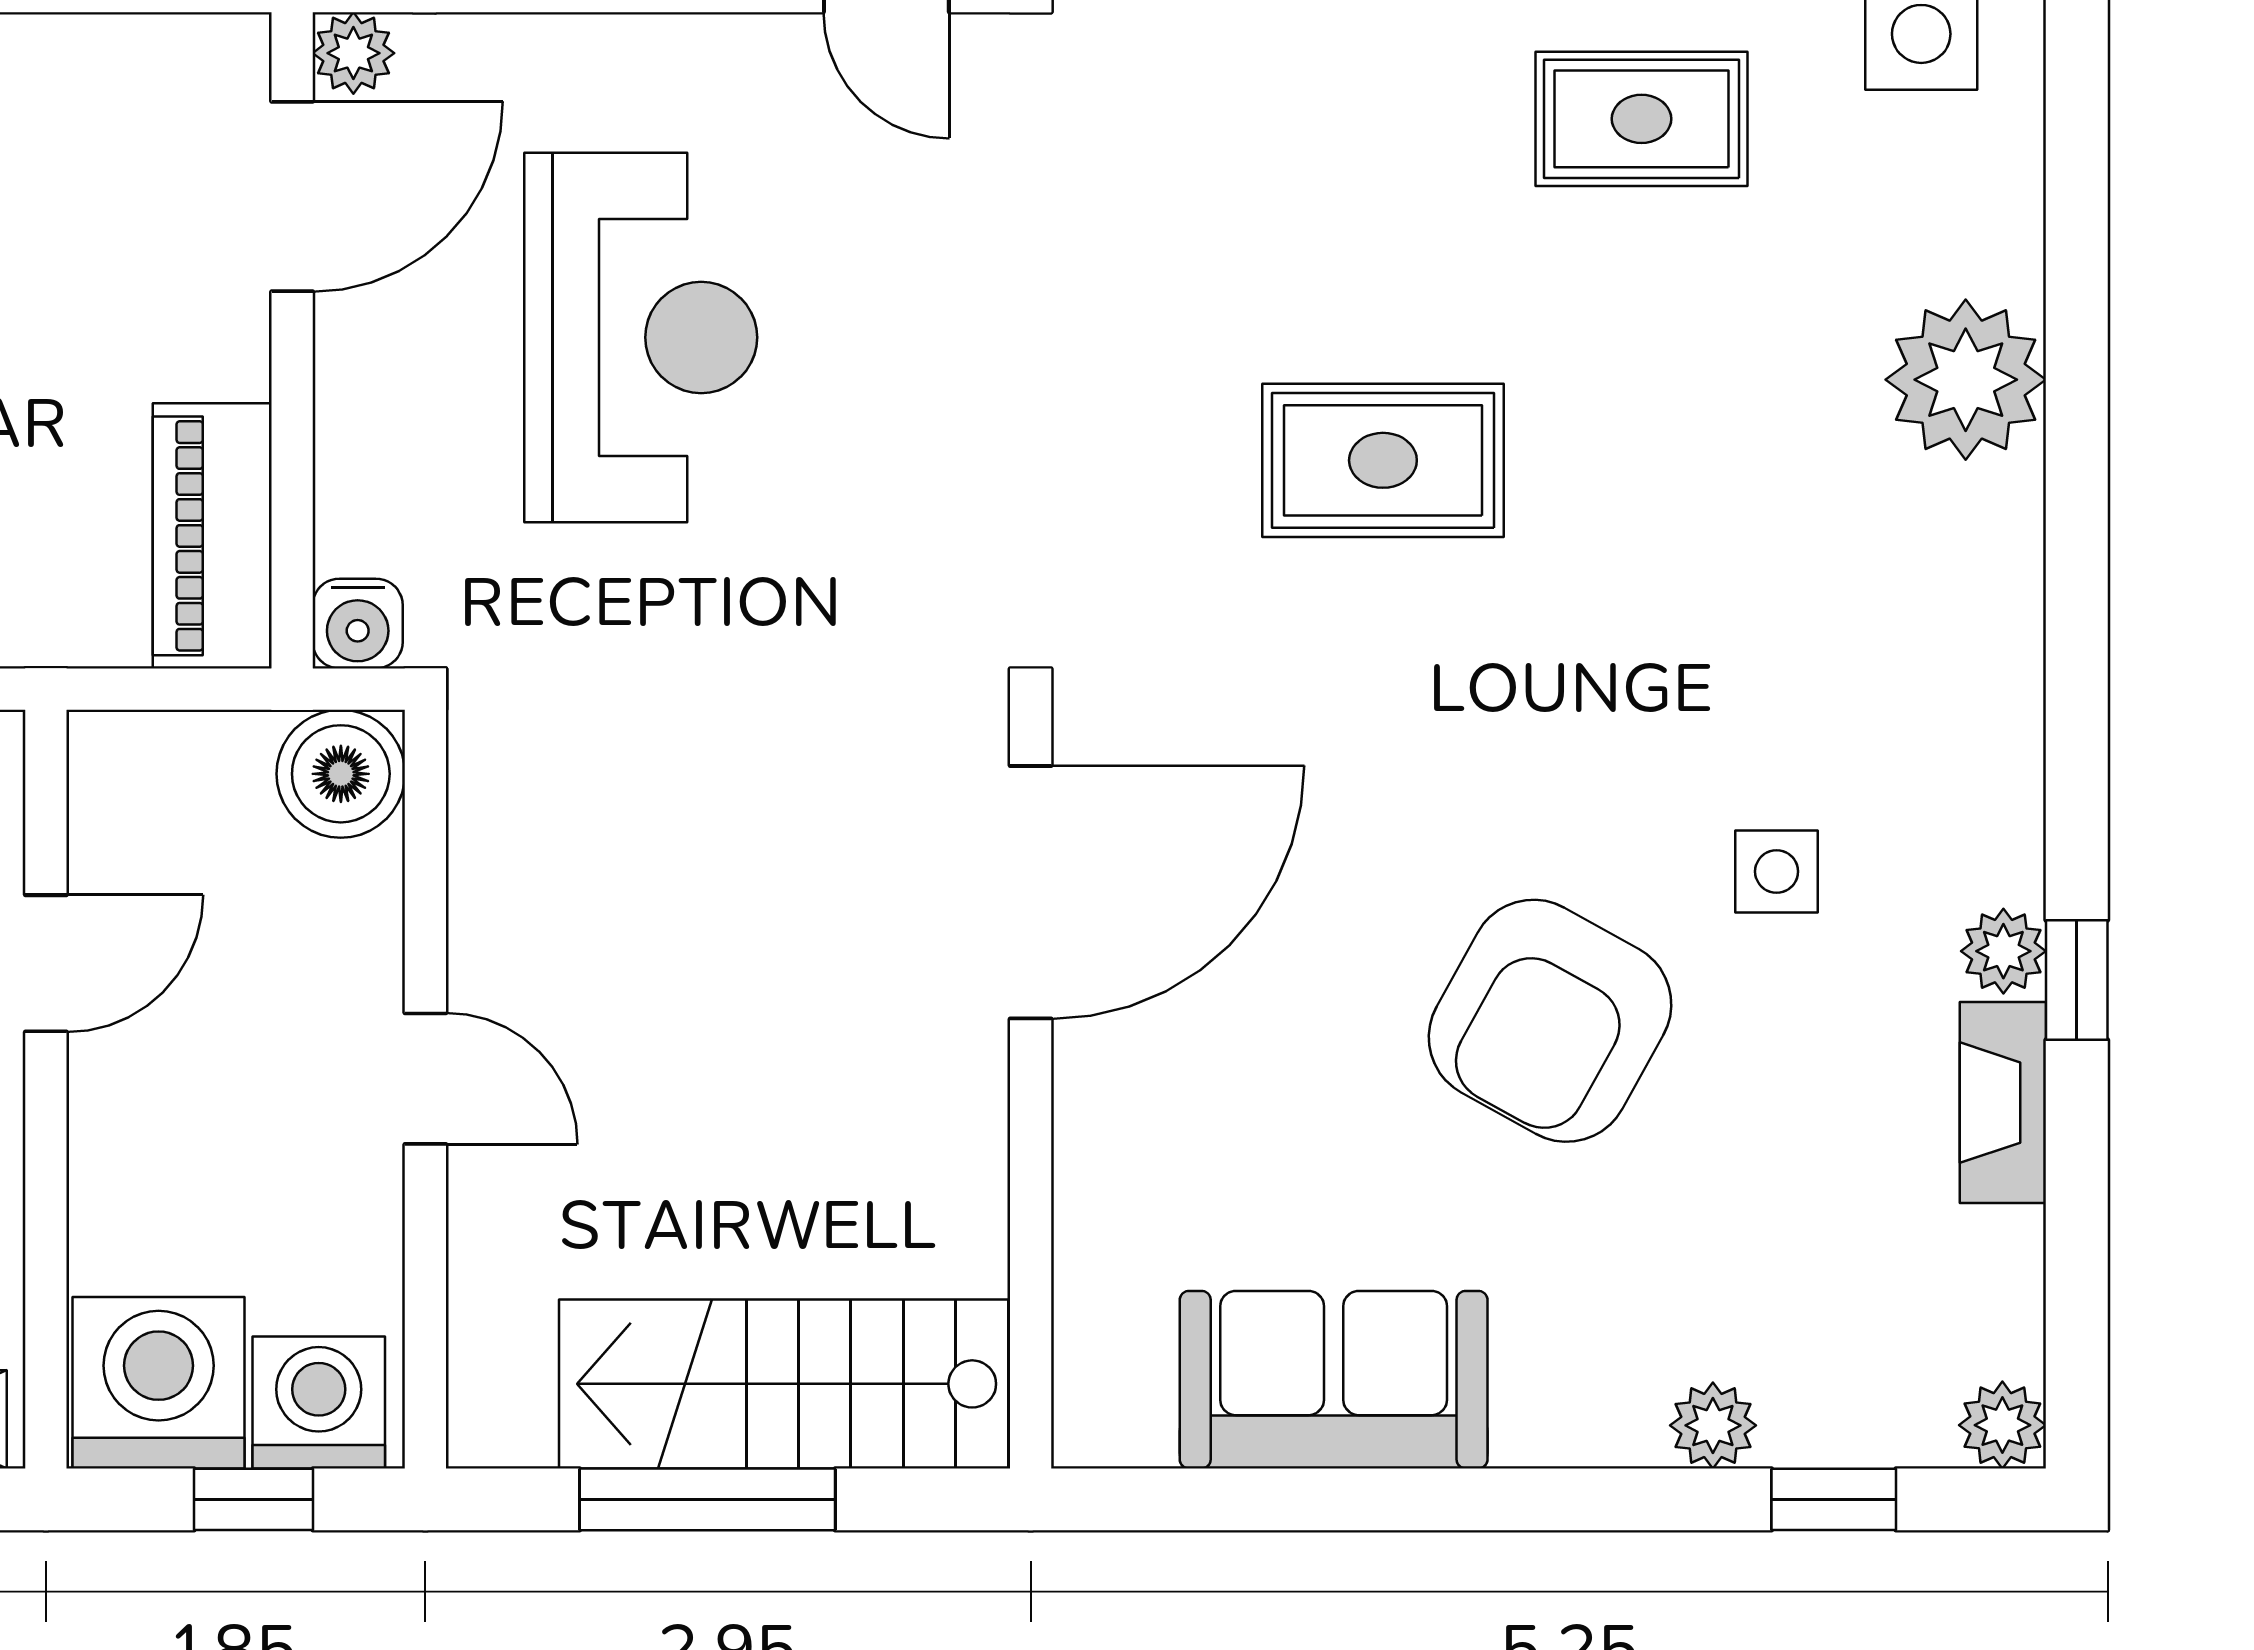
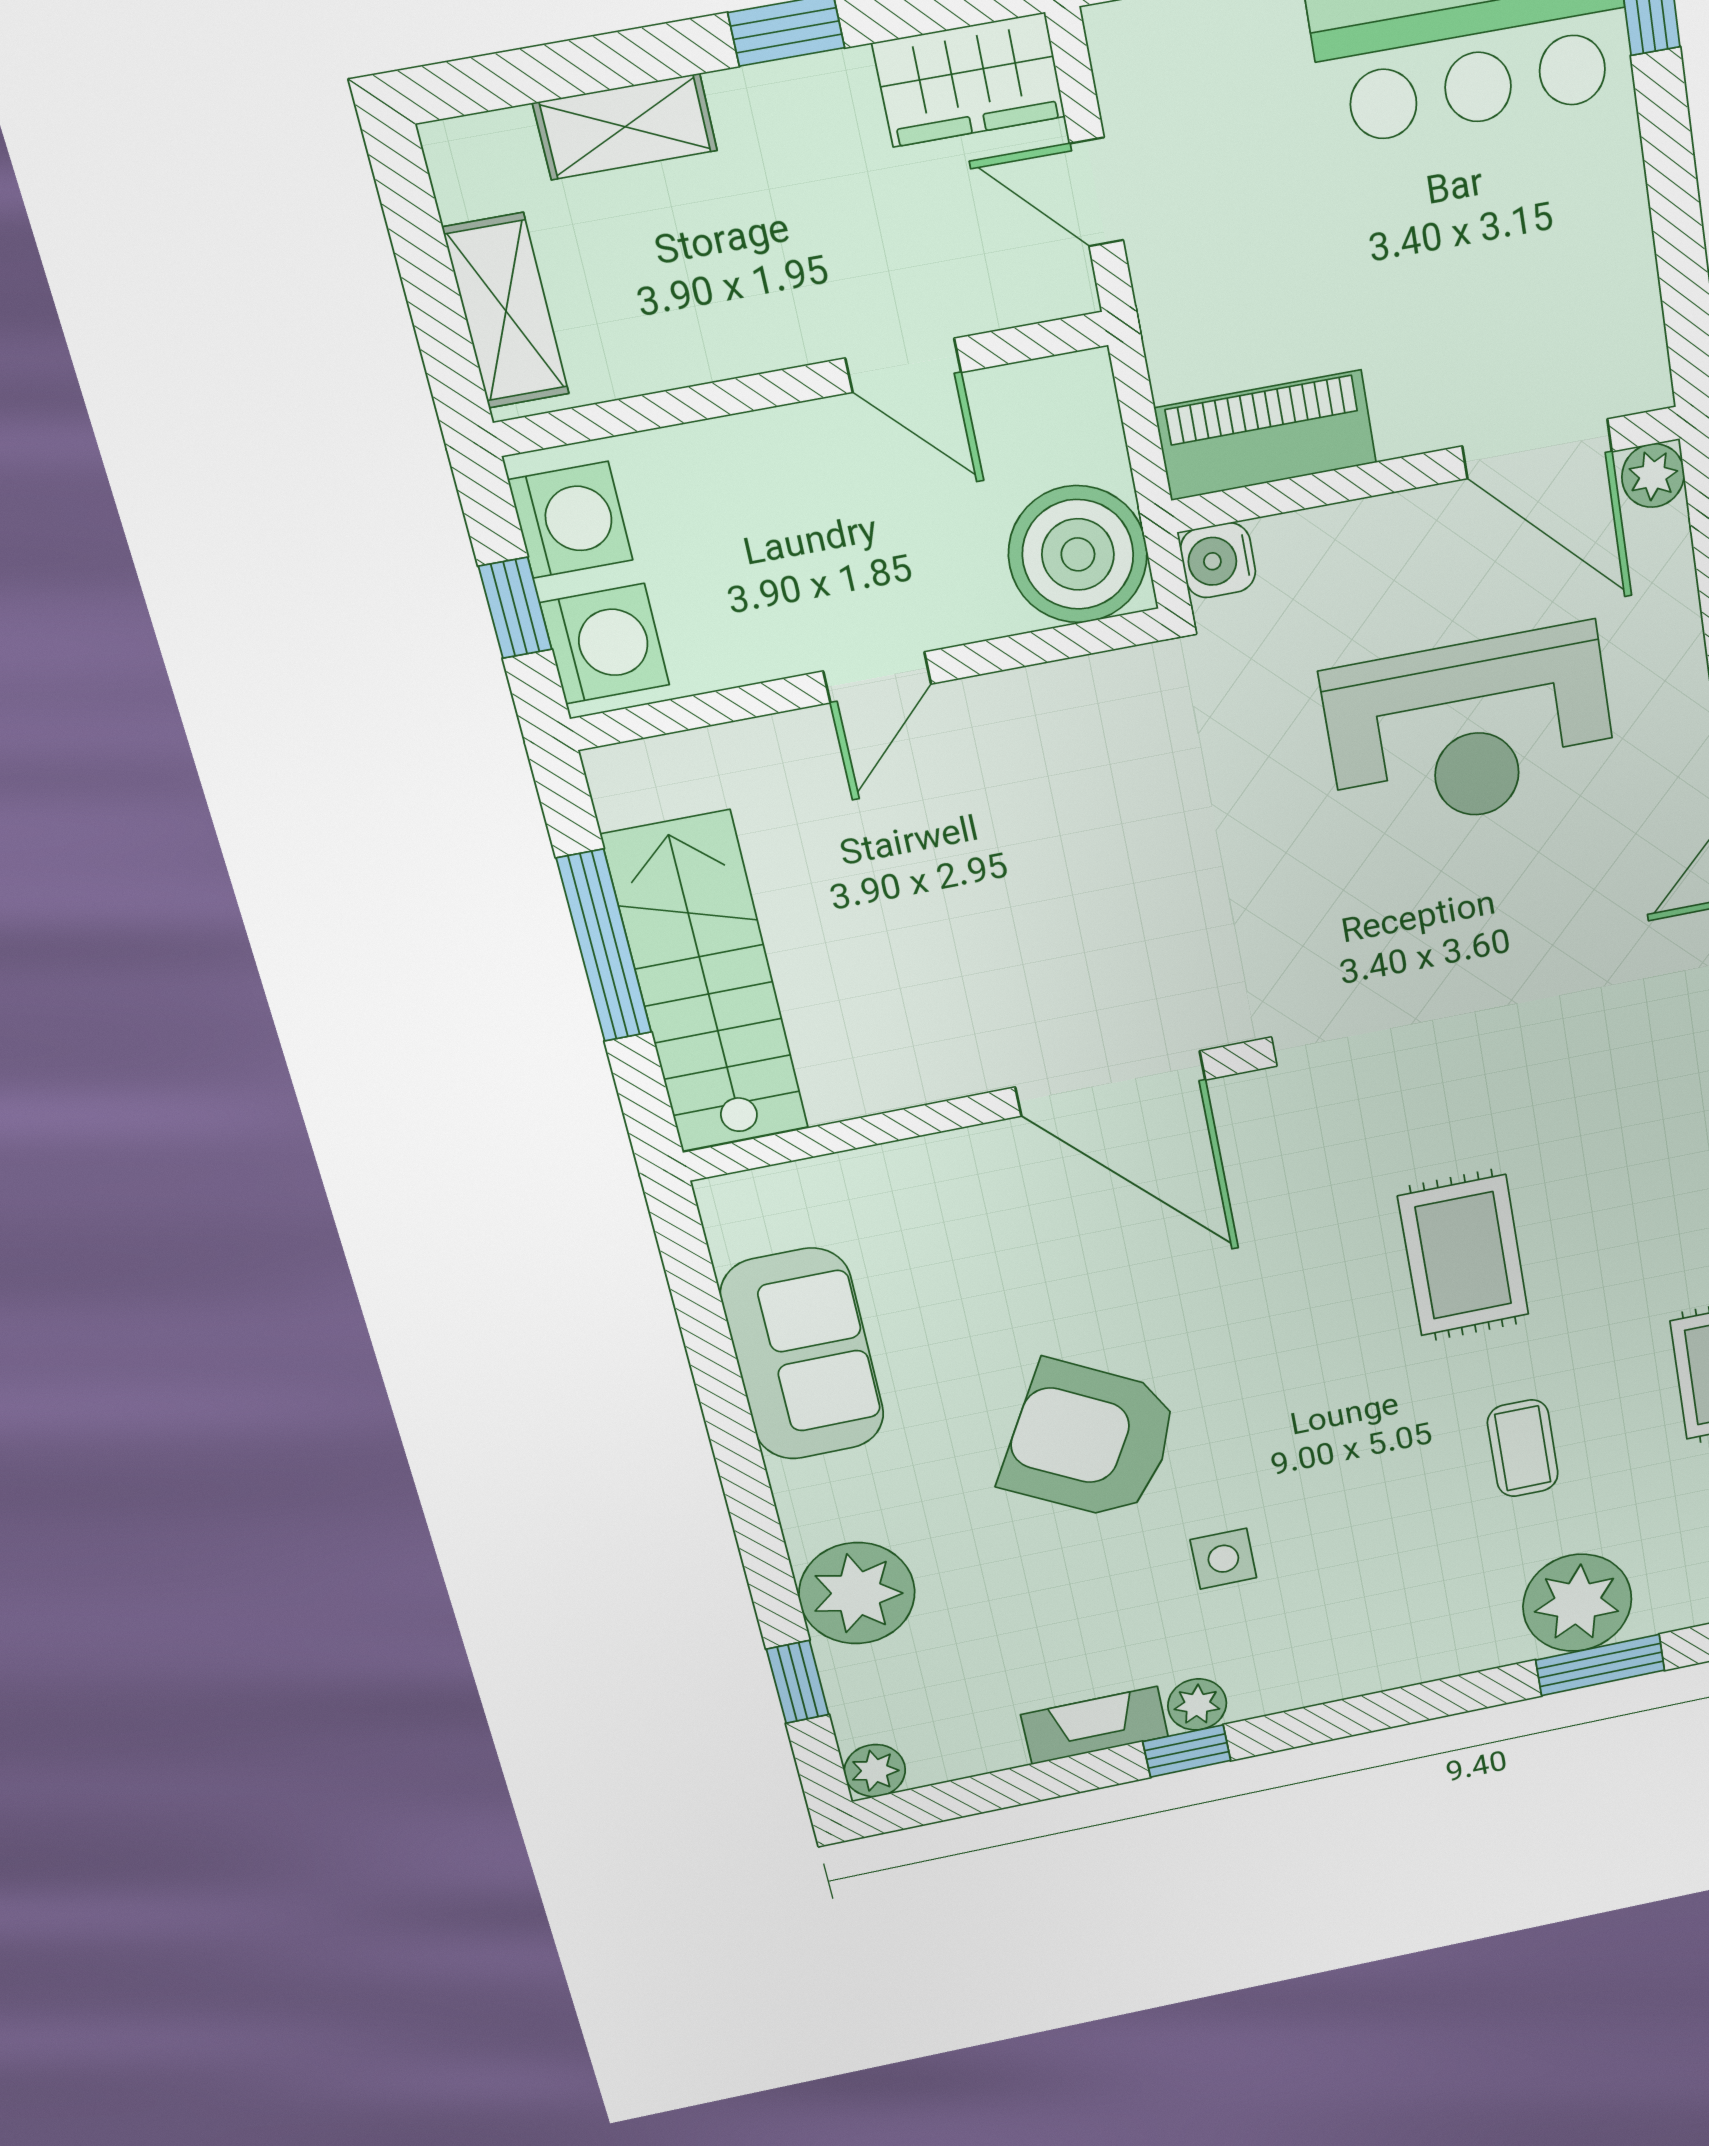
window: (2077, 361) -> (1600, 1665), added
coffee table: (1698, 422) -> (1523, 1448), added
boiler: (341, 774) -> (1078, 554), width x1.37, depth x1.37
washing machine: (159, 1383) -> (570, 520), width x0.73, depth x0.73
plant: (1713, 1425) -> (857, 1593), width x1.87, depth x1.87

